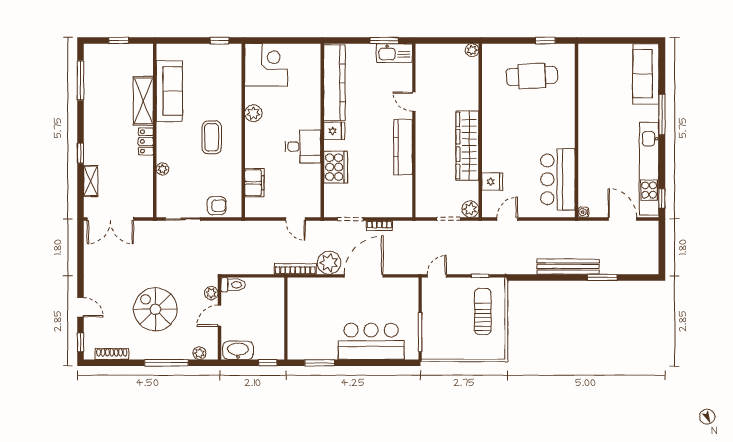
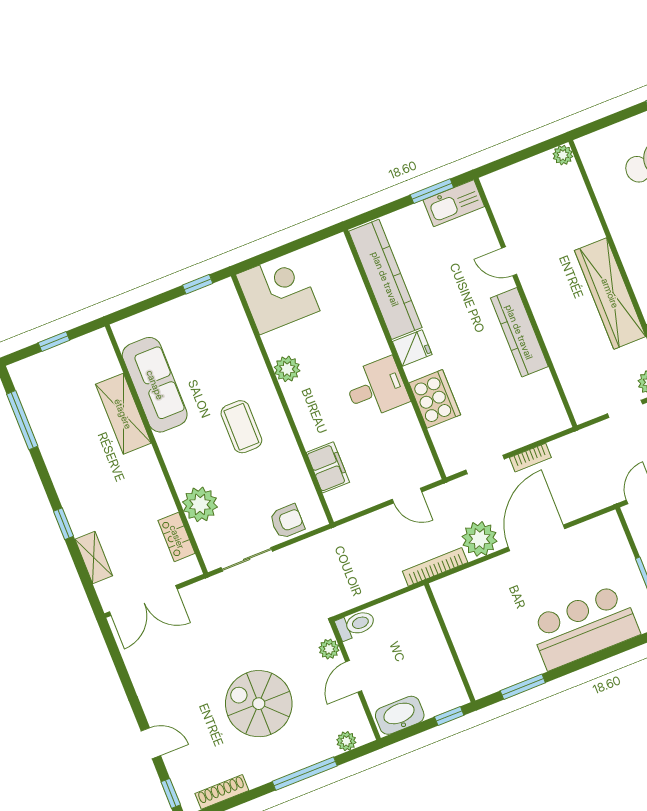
locker: (146, 141) -> (177, 537), moved
plant: (162, 169) -> (200, 504), width x1.88, depth x1.88

